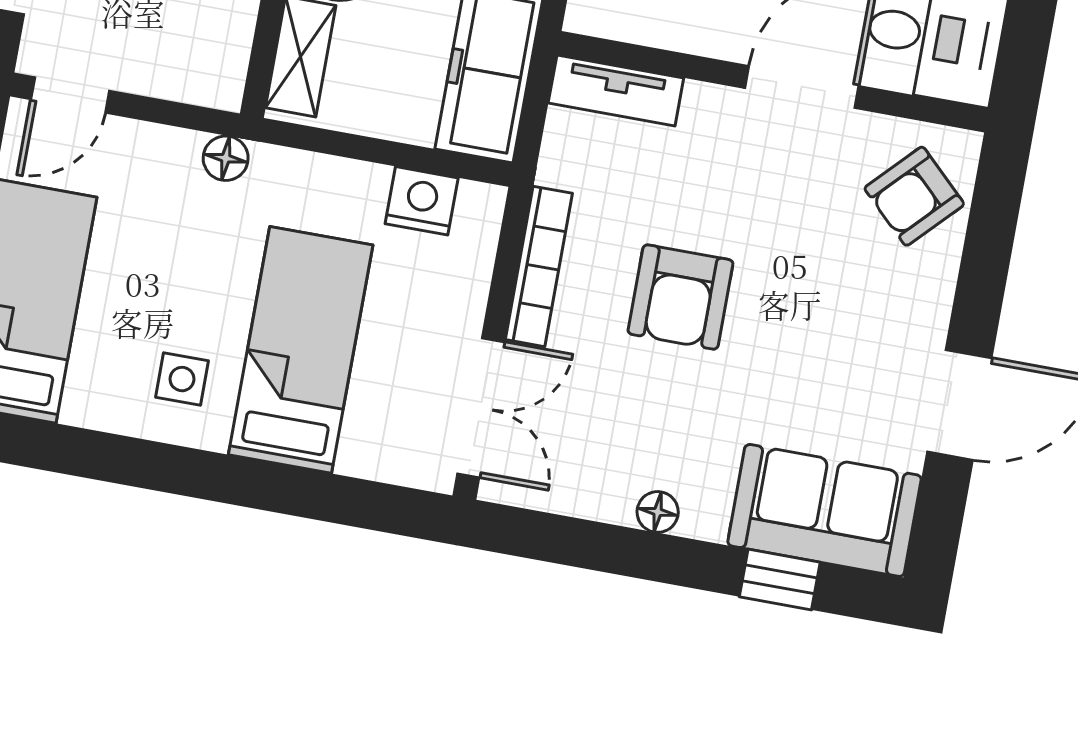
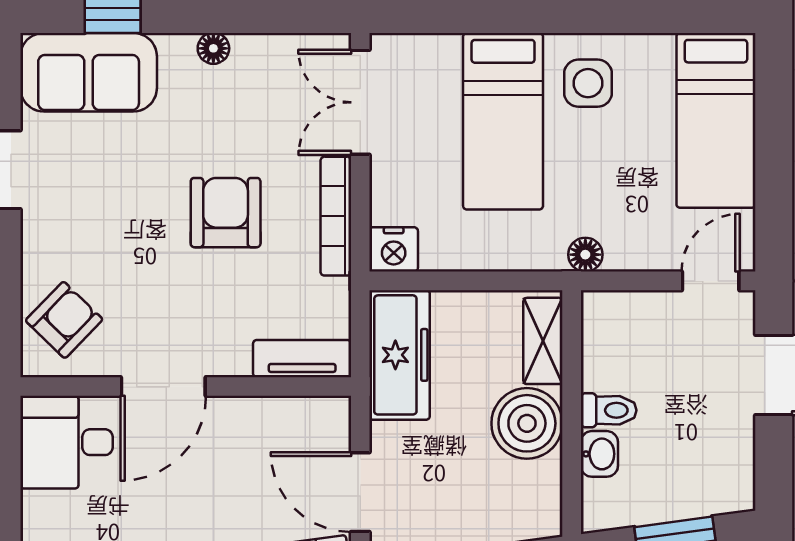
nightstand: (422, 201) -> (394, 249), moved
side table: (182, 379) -> (588, 83), width x1.37, depth x1.37

